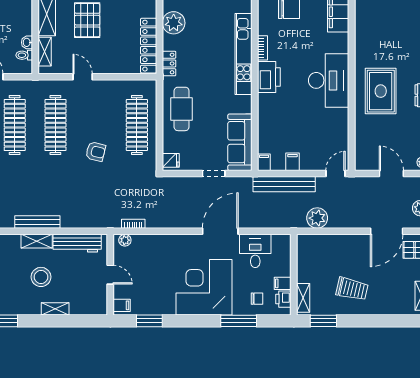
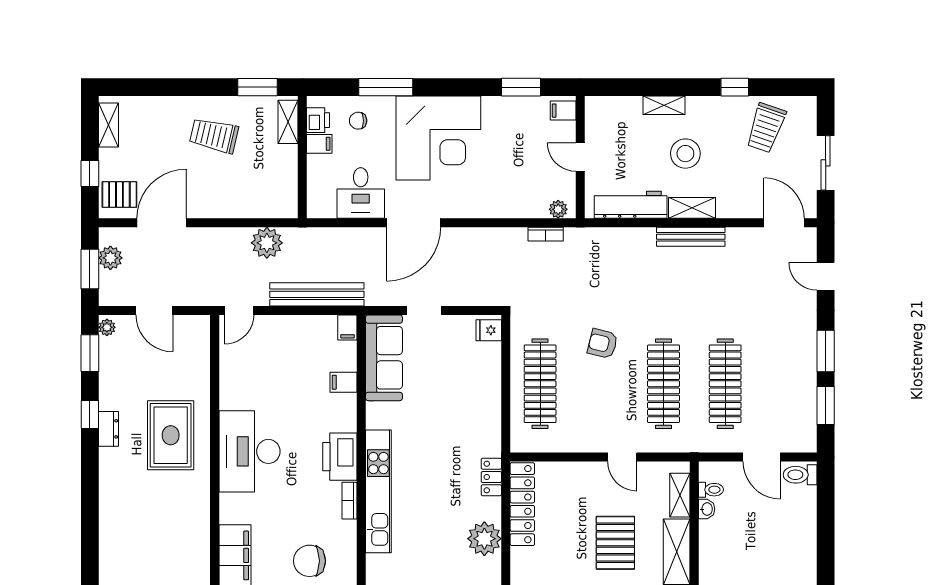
cafe table: (182, 109) -> (472, 408), removed
filing cabinet: (292, 162) -> (344, 382), moved, turned 90

